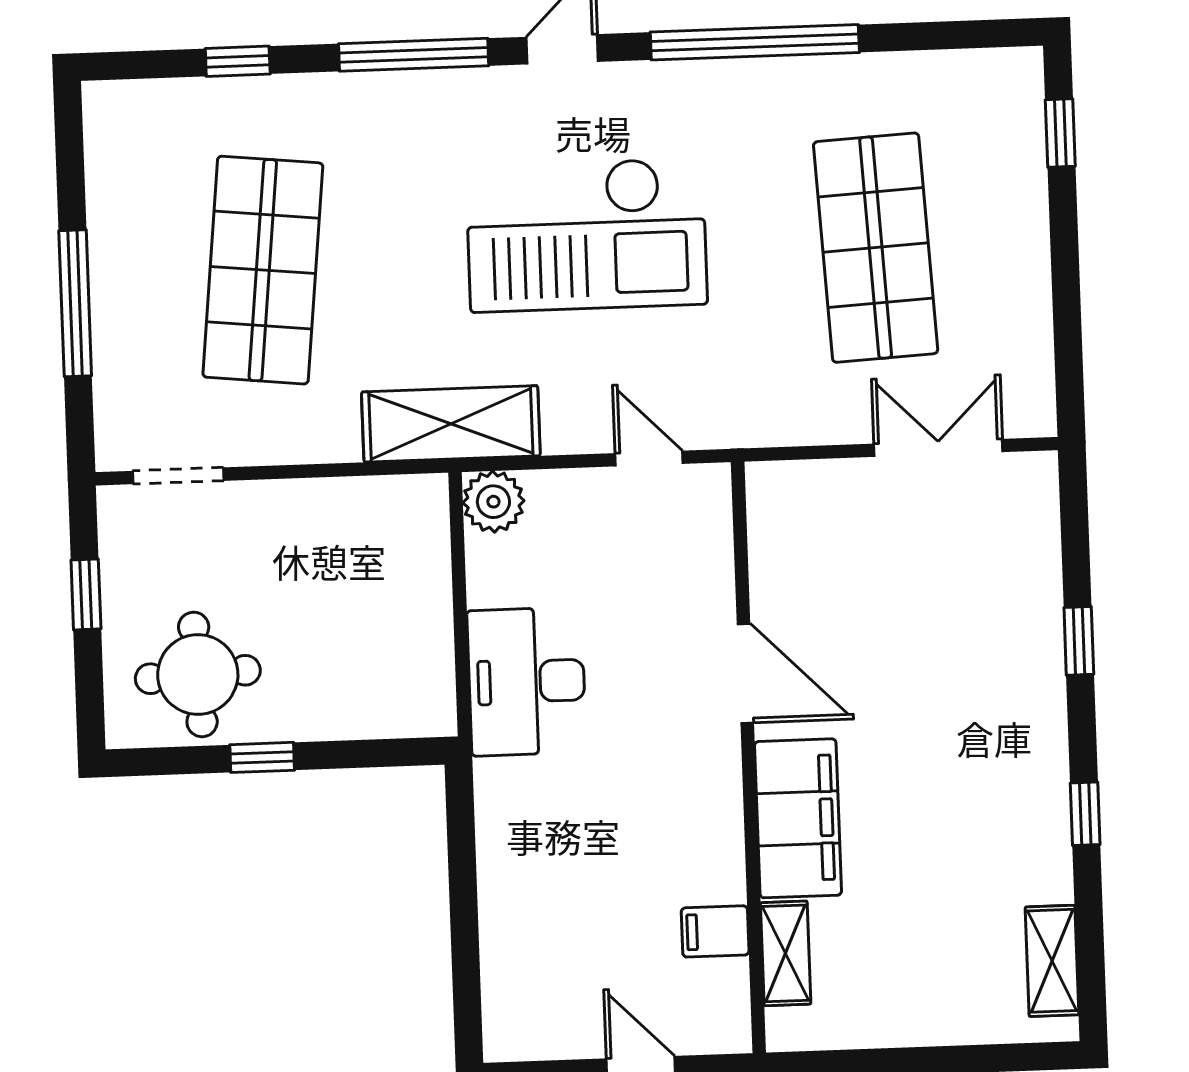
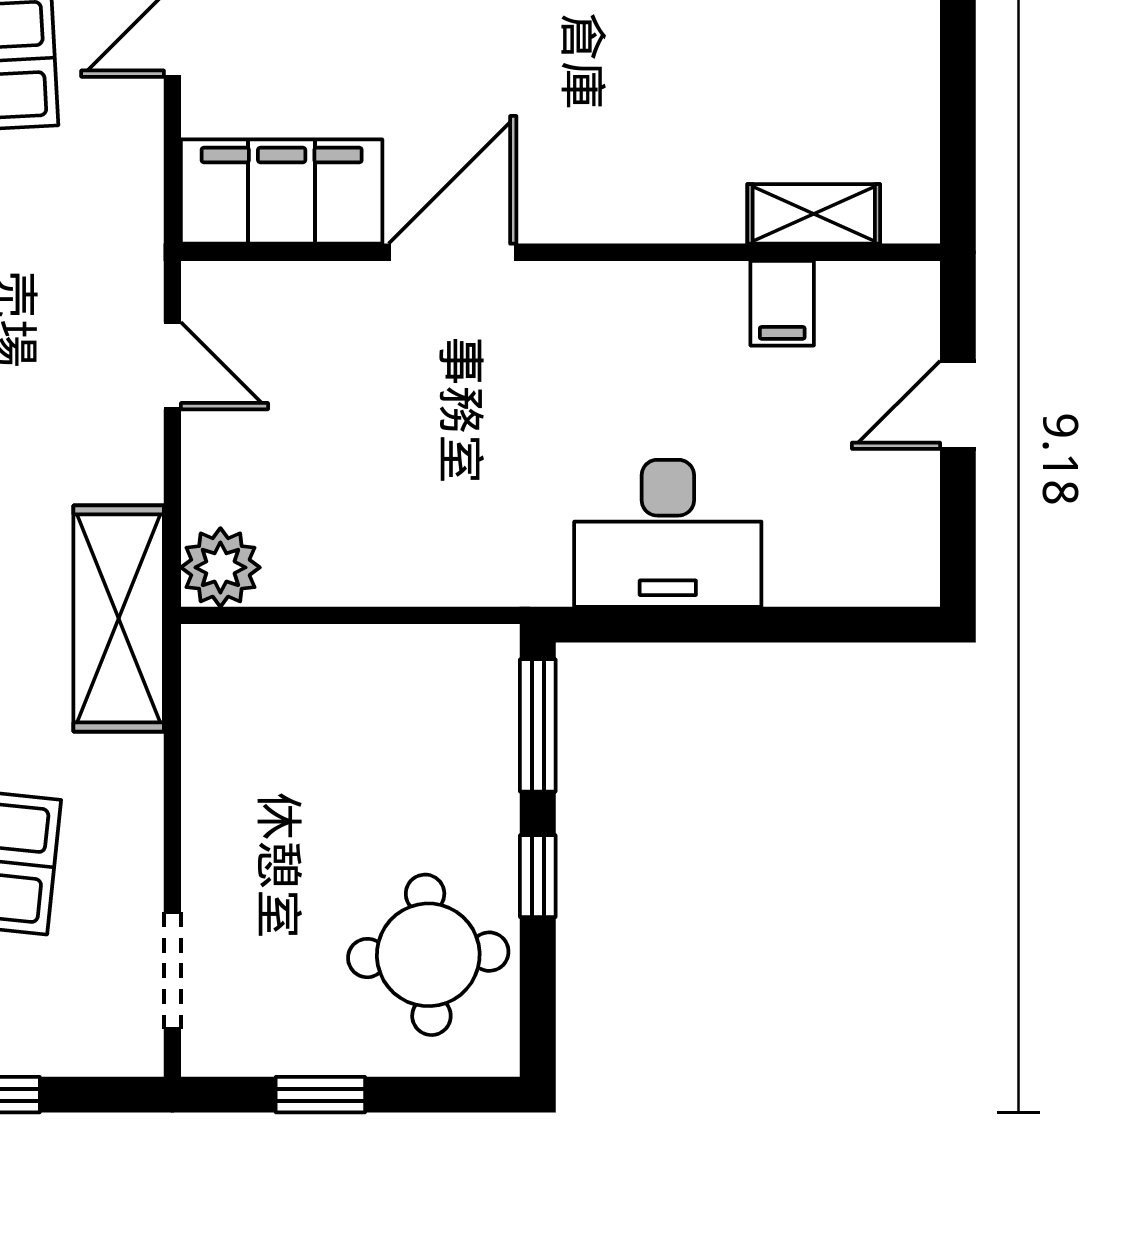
door: (649, 459) -> (172, 366), swing flipped
desk: (527, 682) -> (668, 533), moved
window: (379, 753) -> (538, 725), added
filing cabinet: (798, 818) -> (282, 192), moved

